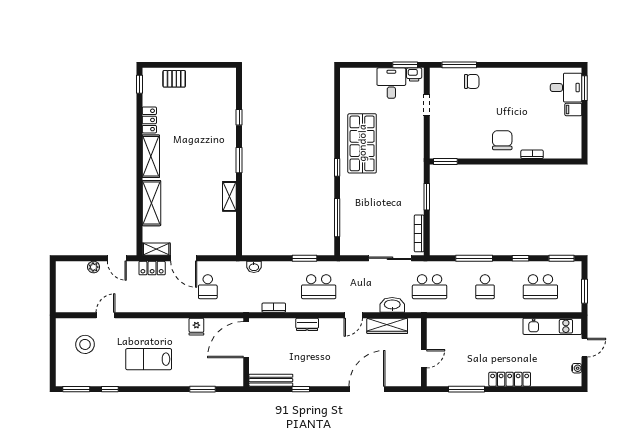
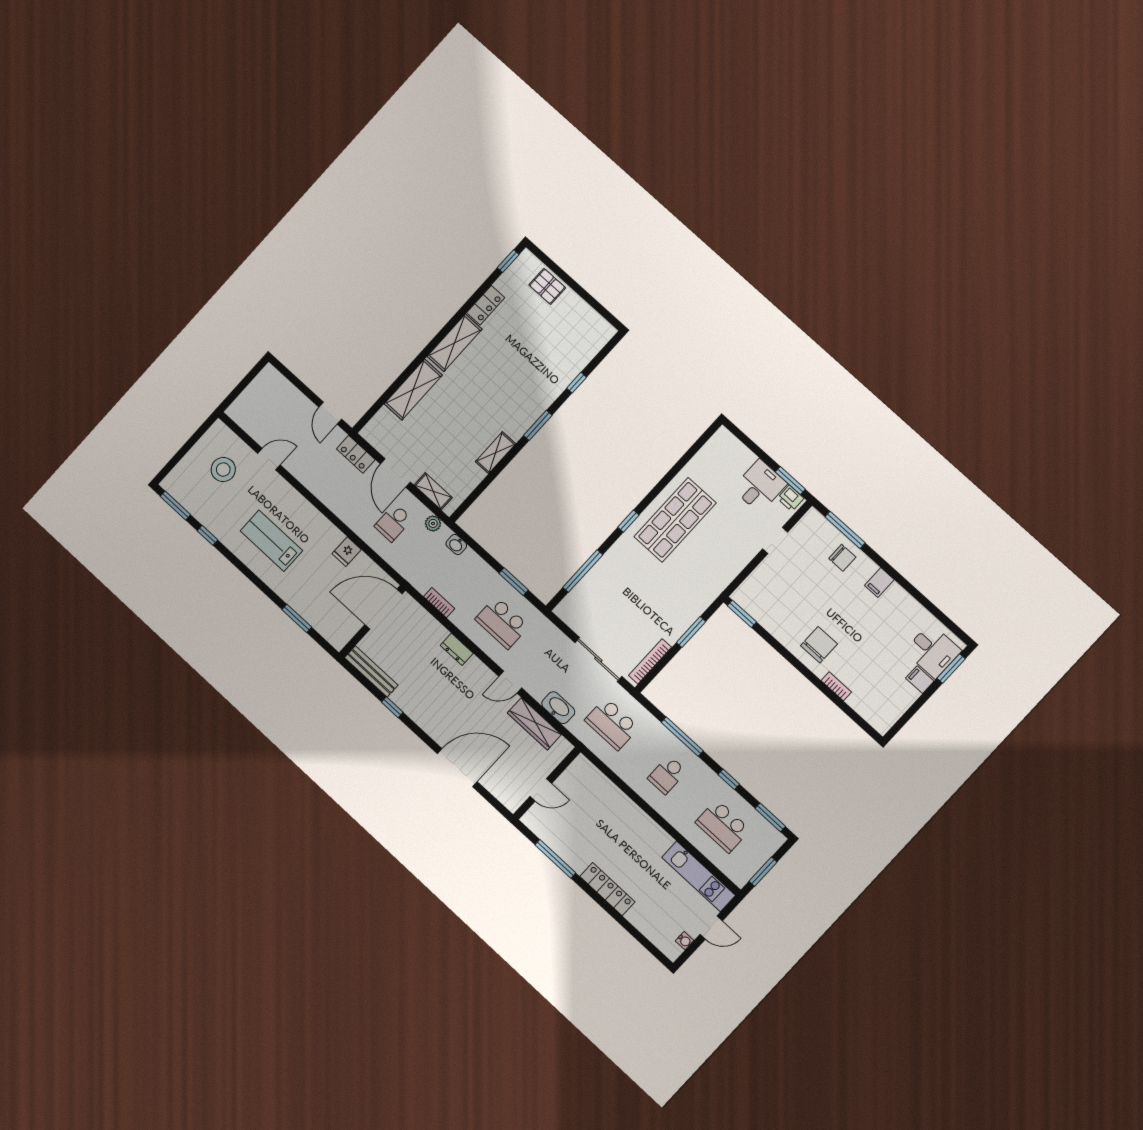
filing cabinet: (504, 77) -> (879, 582), added
shelving: (156, 249) -> (433, 491), moved
plant: (94, 267) -> (433, 523), moved

